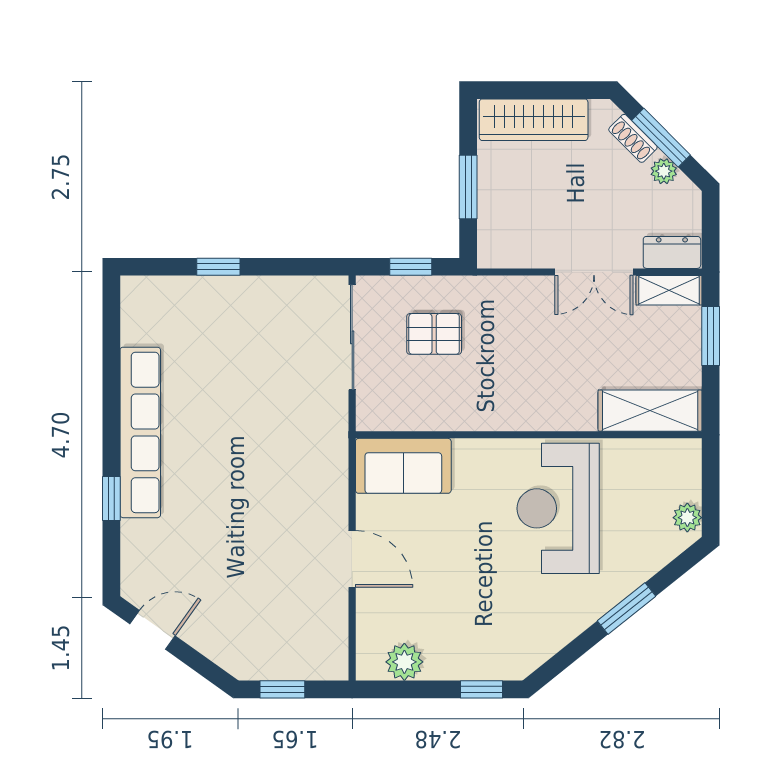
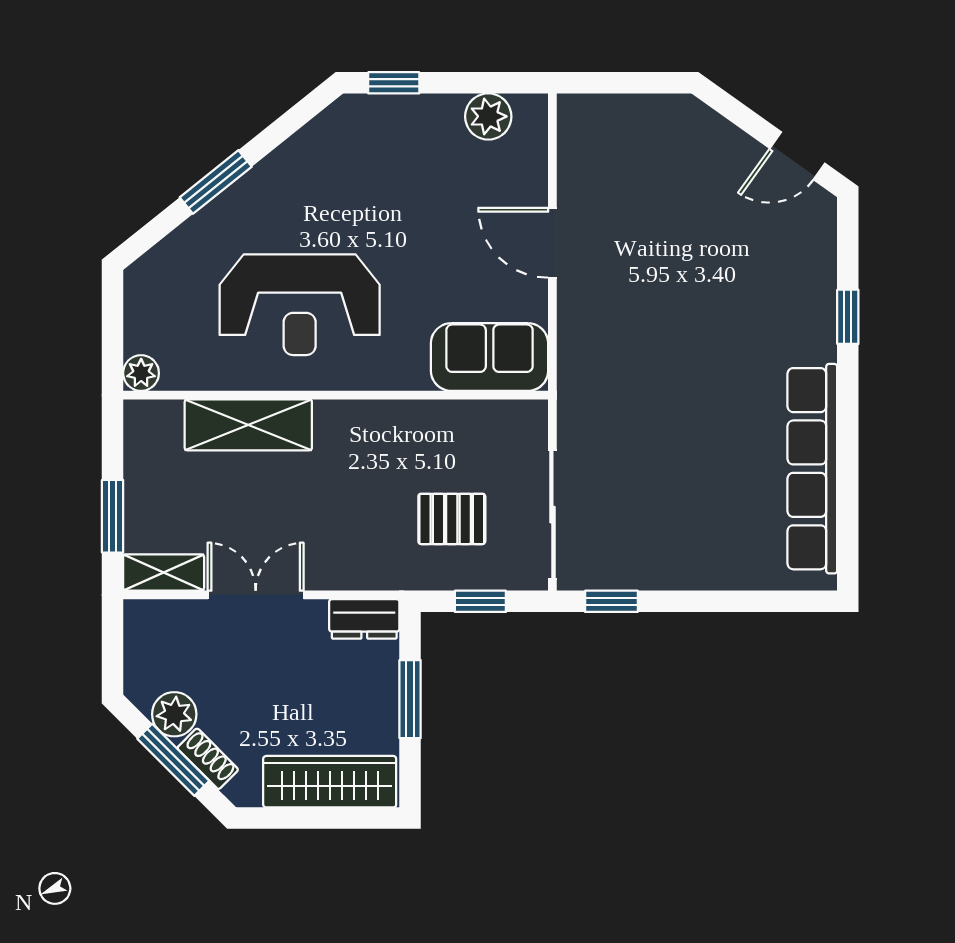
plant: (664, 171) -> (174, 714), width x1.38, depth x1.38
dresser: (672, 252) -> (364, 619), moved
window: (218, 267) -> (611, 601), moved
shelving: (650, 411) -> (248, 425), moved
row of seats: (140, 432) -> (812, 469), moved
reception desk: (558, 508) -> (300, 305), turned 90
plant: (687, 518) -> (141, 373), moved
window: (282, 689) -> (638, 83), removed

